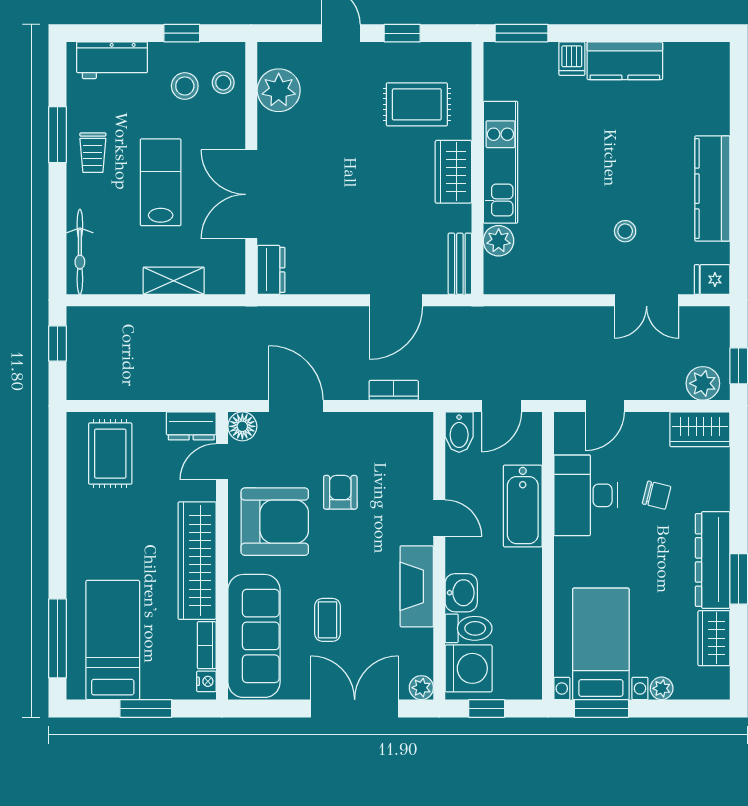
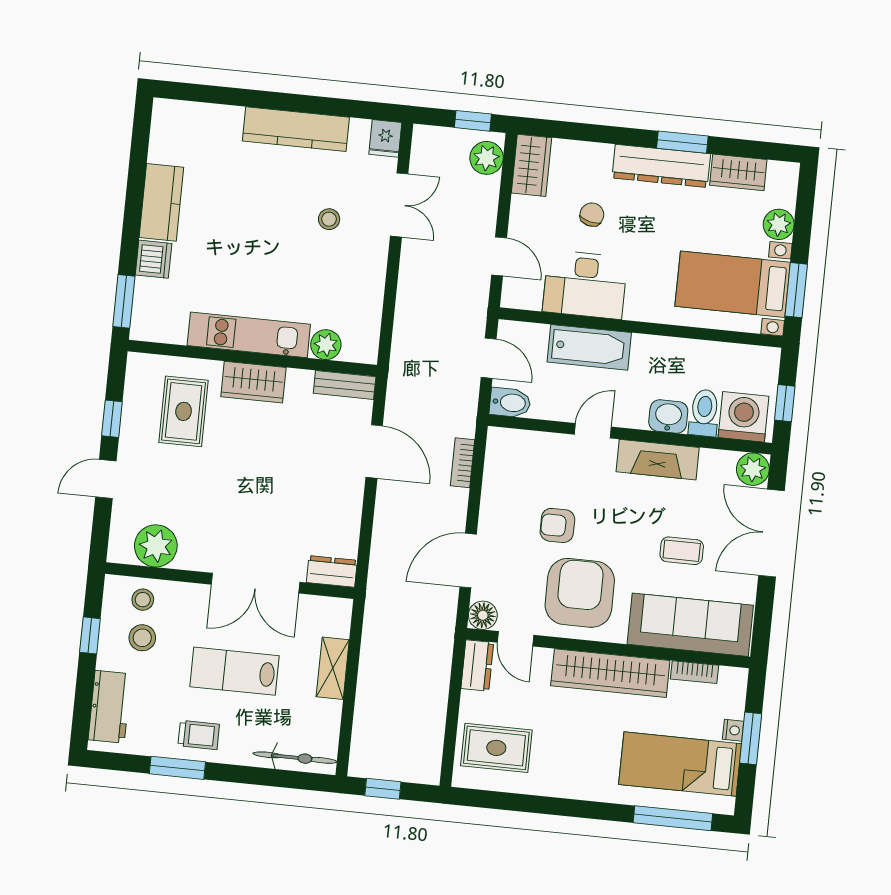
dishwasher: (572, 59) -> (154, 259), width x1.38
nightstand: (206, 681) -> (733, 730), moved, turned 90
plant: (421, 688) -> (753, 469), width x1.38, depth x1.38
plant: (662, 688) -> (779, 224), width x1.38, depth x1.38

